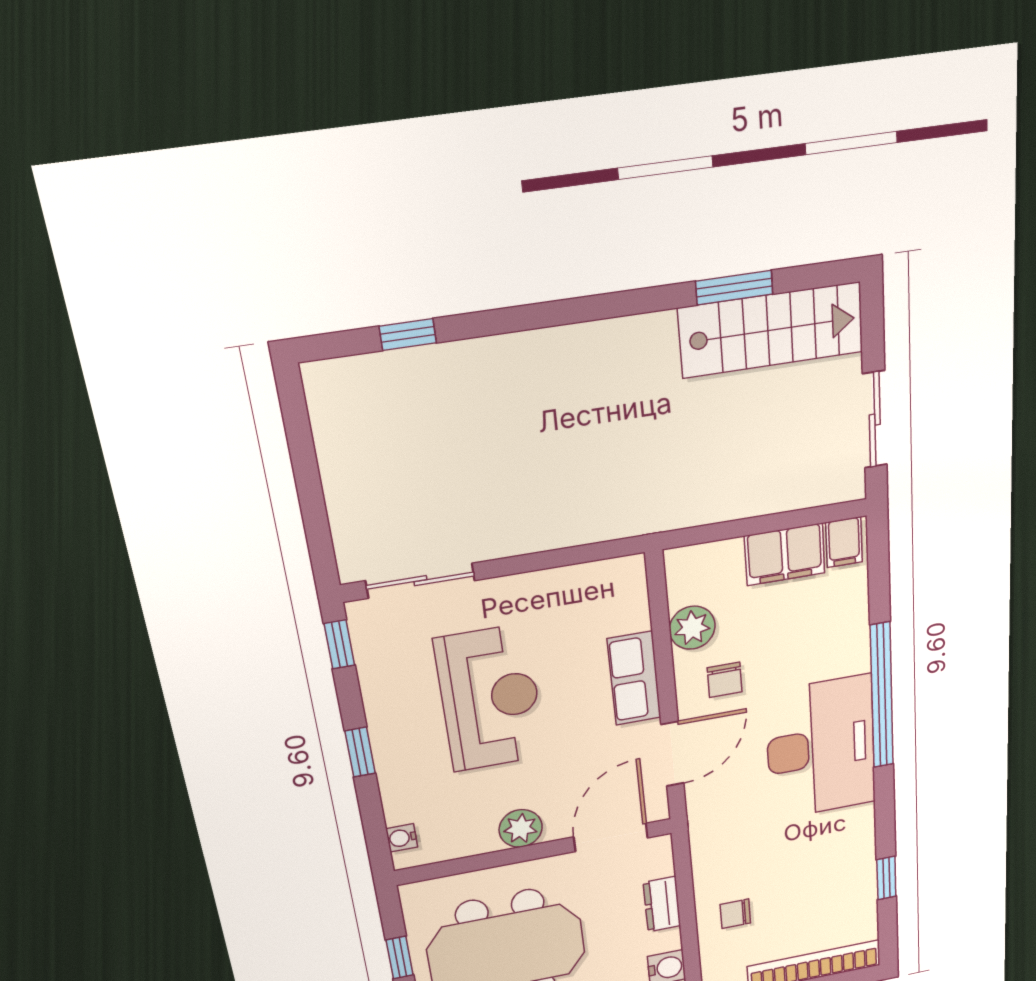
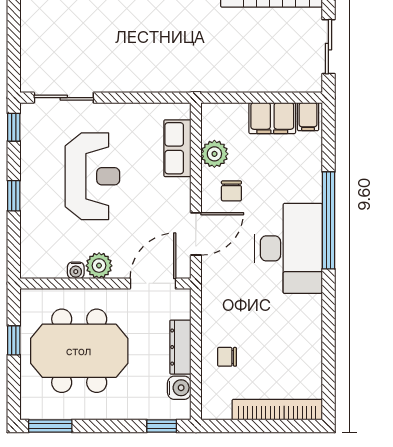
row of seats: (634, 678) -> (177, 148), moved
water cooler: (402, 838) -> (76, 270), moved, turned -90
window: (886, 878) -> (328, 352), removed
dresser: (662, 904) -> (180, 347), width x1.44

